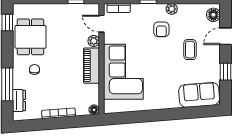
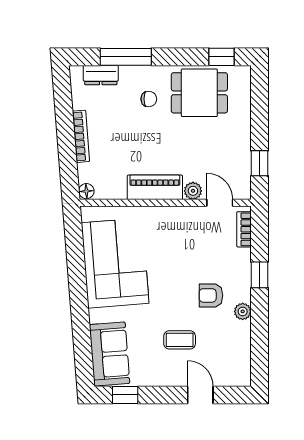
floor lamp: (213, 15) -> (234, 376), removed
door: (102, 24) -> (220, 203), hinge flipped
corner sofa: (123, 72) -> (115, 263), moved, turned -95
window: (226, 72) -> (125, 395), moved

